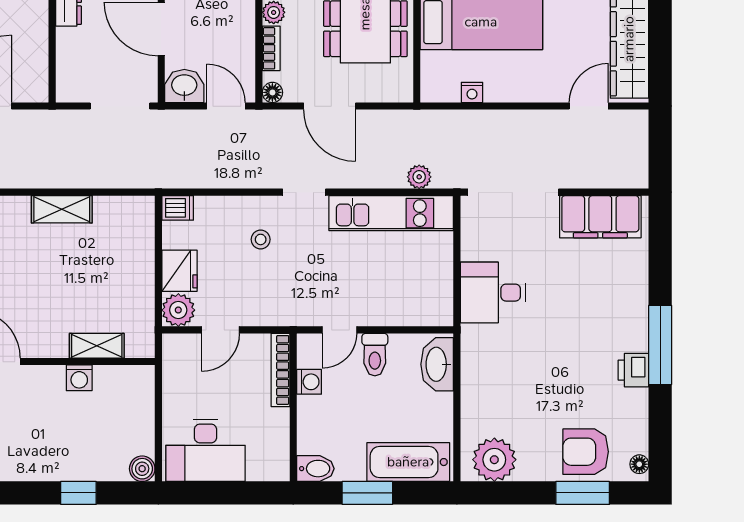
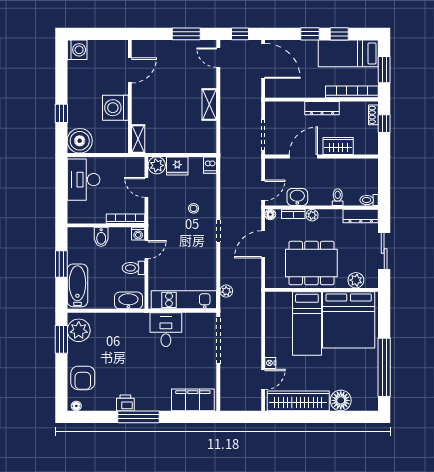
washbasin: (184, 86) -> (297, 197), moved, turned -90
nightstand: (472, 92) -> (270, 363), moved
door: (589, 106) -> (263, 380), hinge flipped
kitchen unit: (391, 213) -> (184, 300), moved, turned 90
filing cabinet: (600, 217) -> (193, 400), moved, turned 90
door: (340, 330) -> (146, 250), swing flipped
shelving: (97, 346) -> (138, 139), moved
washing machine: (79, 378) -> (115, 108), width x1.89, depth x1.89
washing machine: (309, 382) -> (138, 234), moved
armchair: (586, 452) -> (83, 378), turned 180
boiler: (142, 469) -> (80, 141), width x1.86, depth x1.86
bidet: (315, 469) -> (101, 237), moved
window: (583, 493) -> (61, 339), moved

